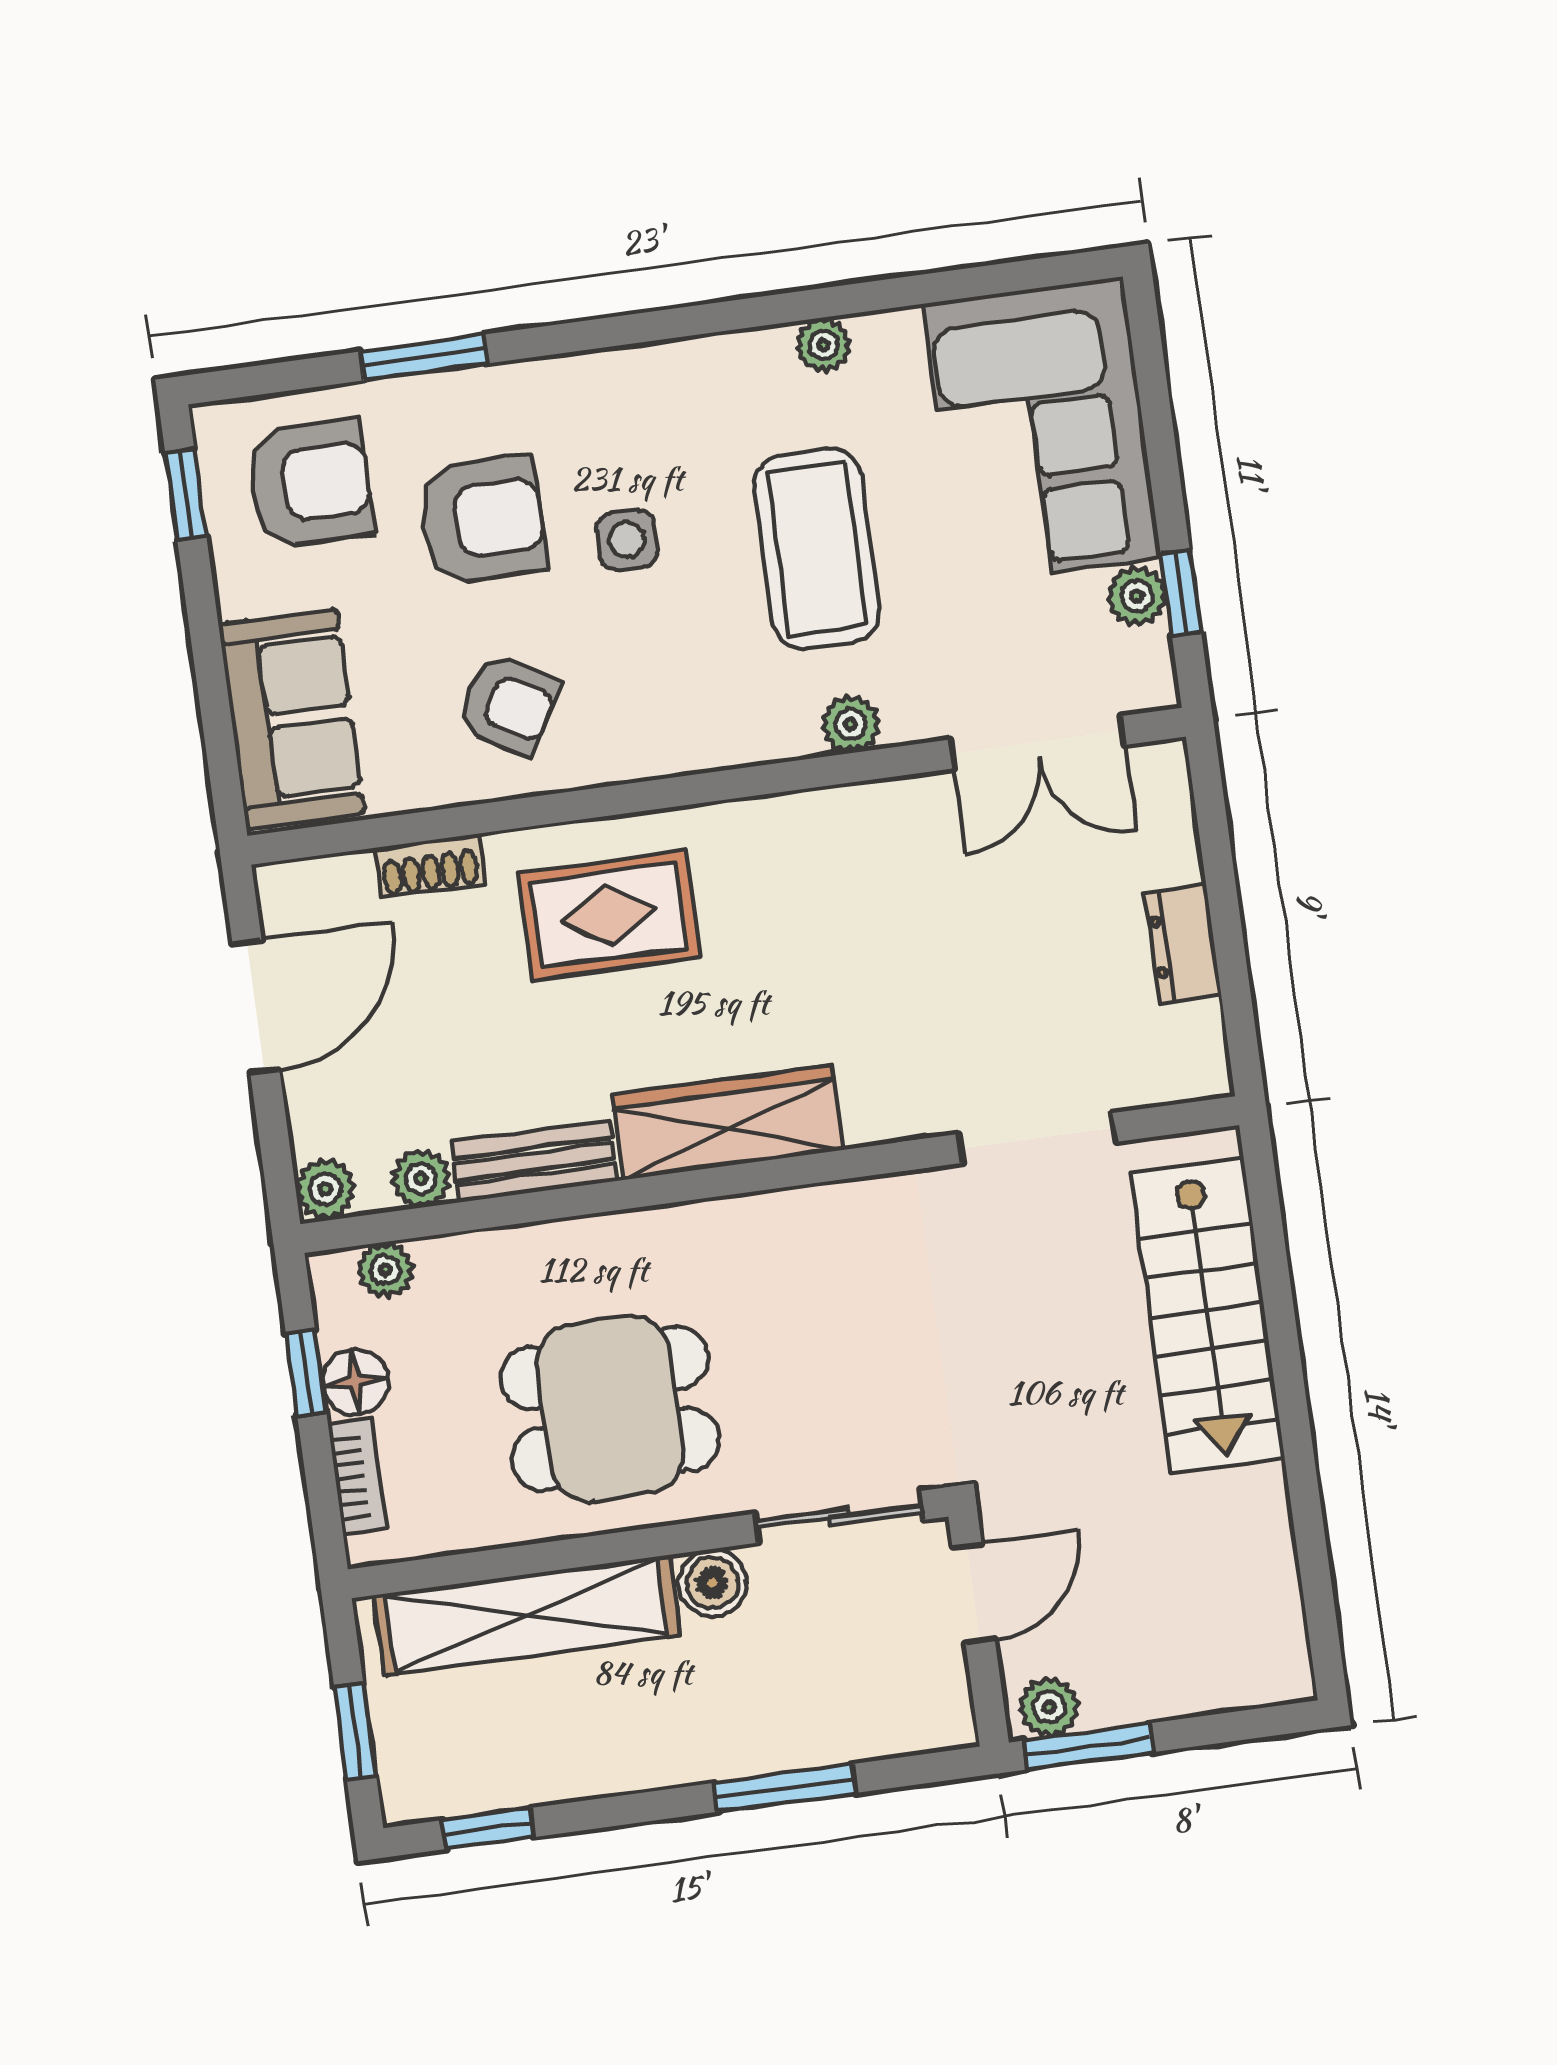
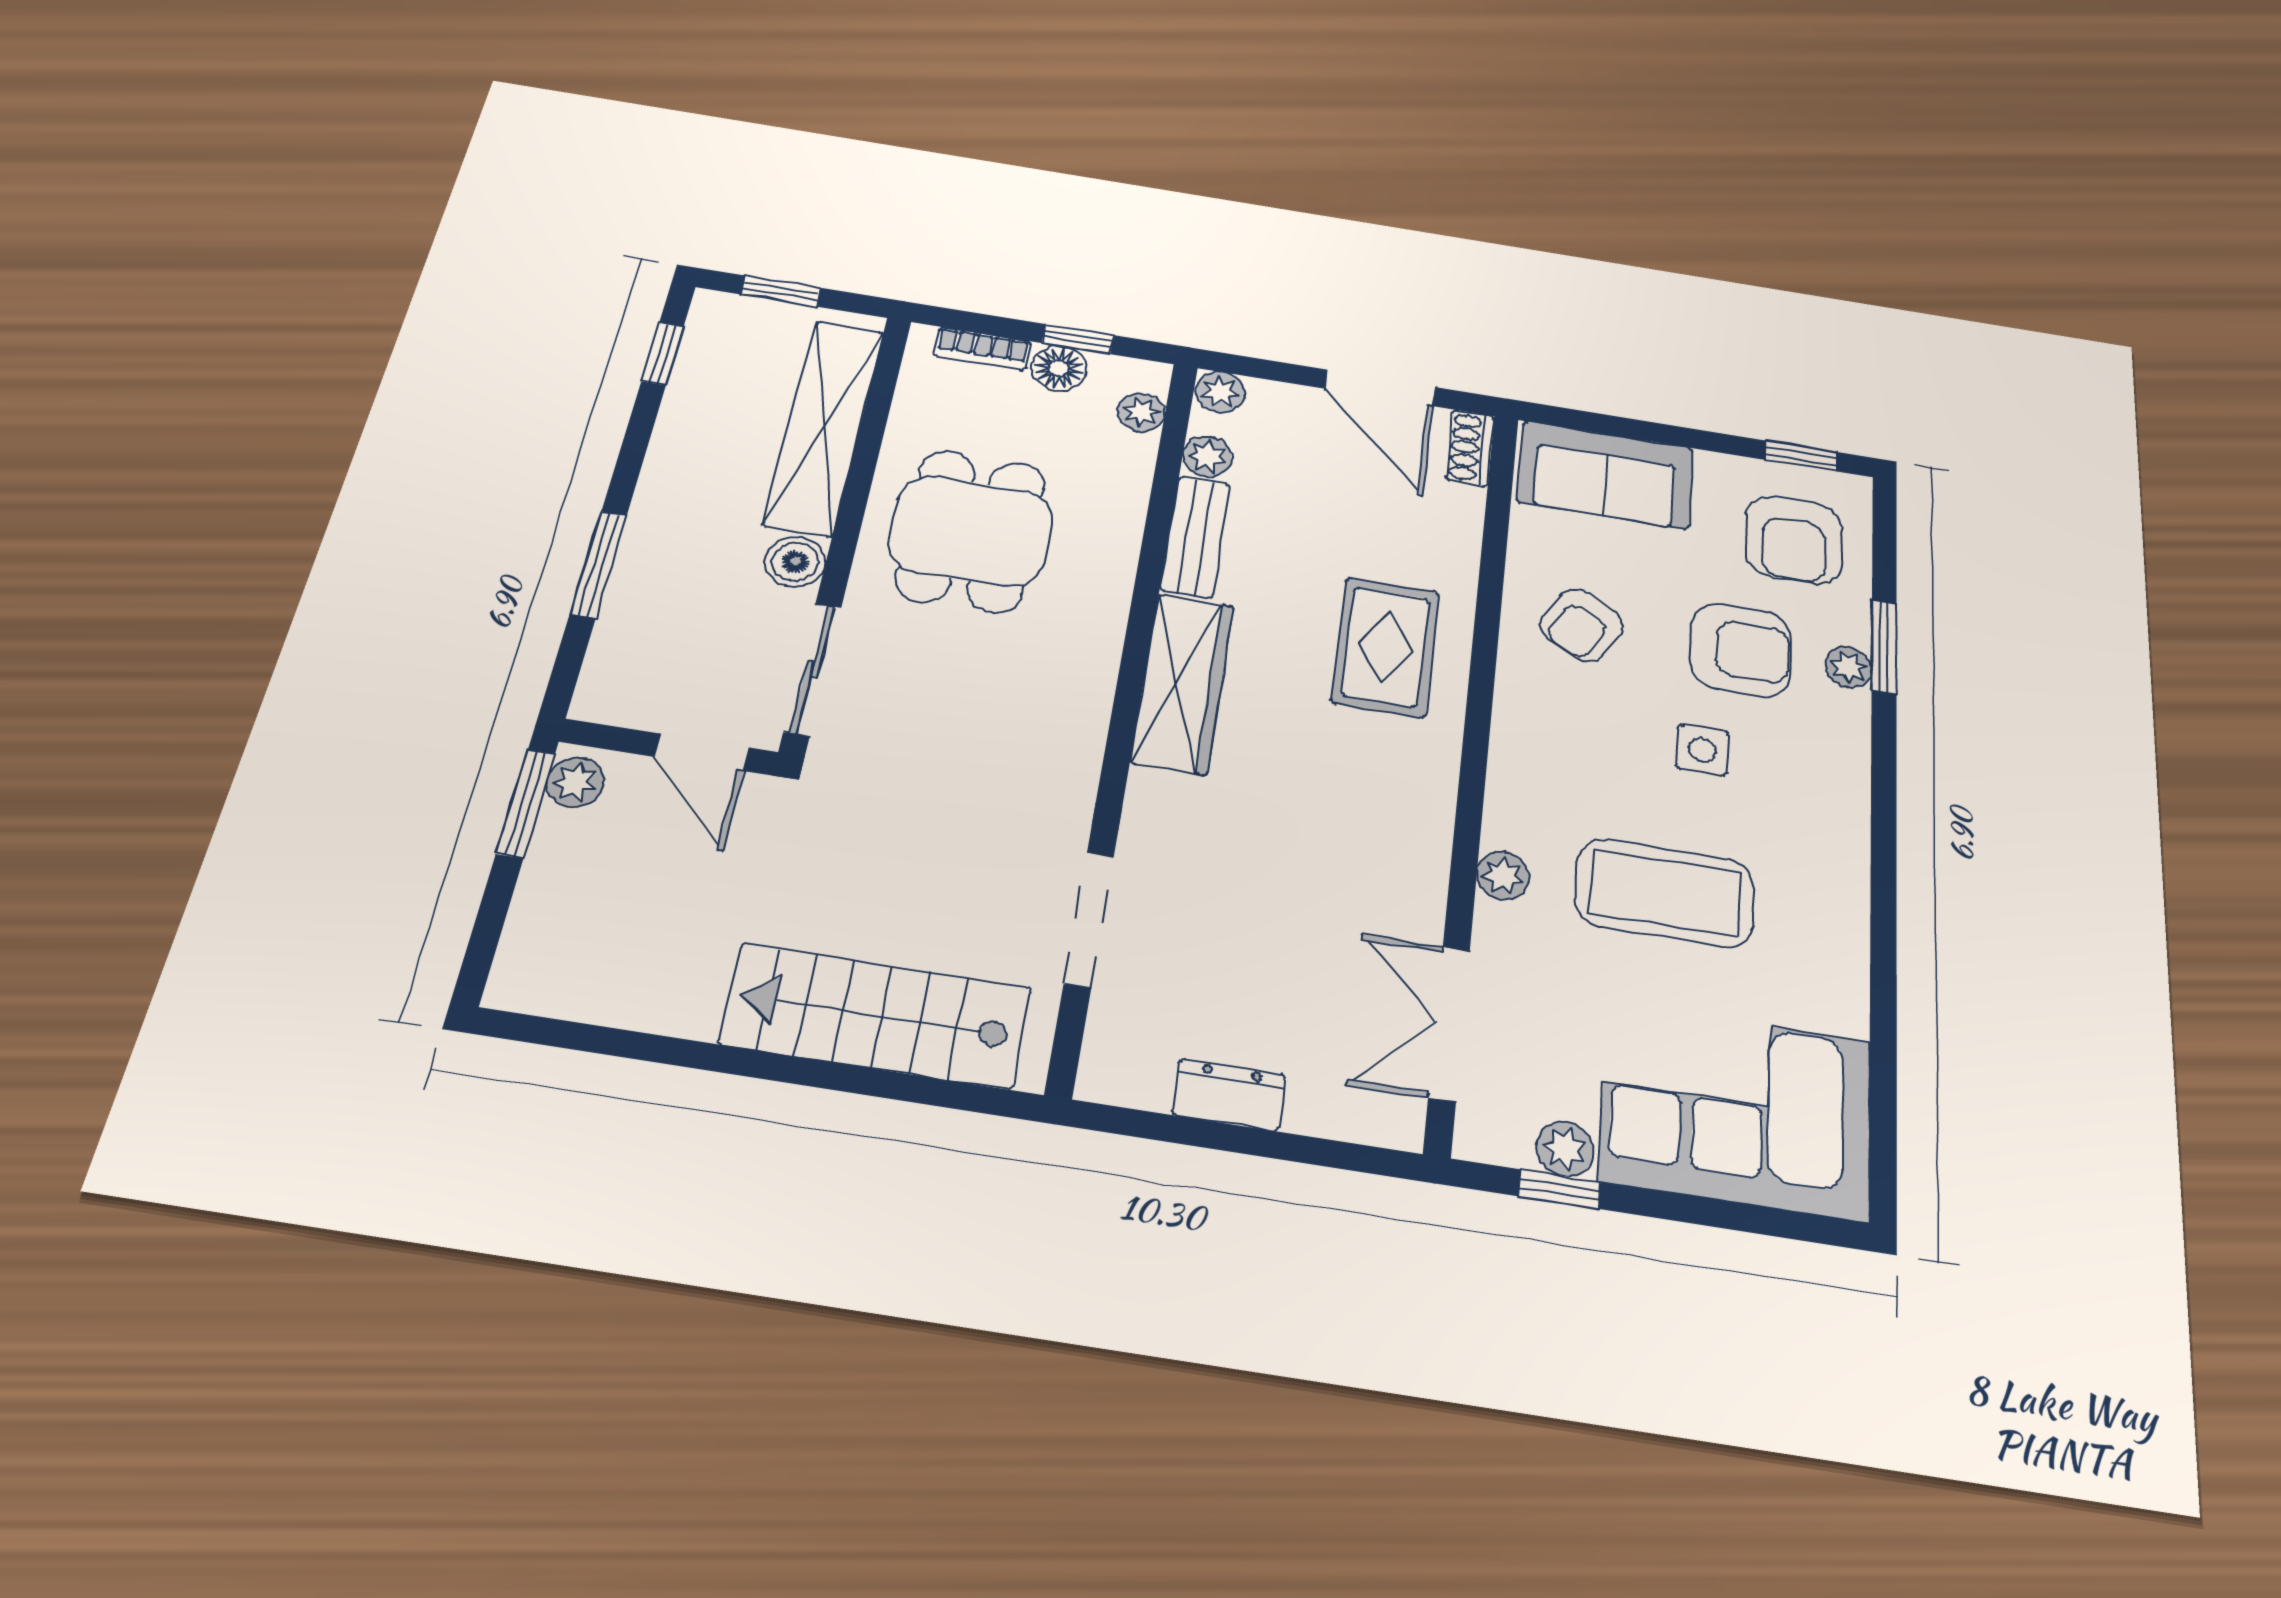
plant: (823, 345) -> (1849, 667), moved
armchair: (482, 520) -> (1741, 650), turned -90
shoe rack: (430, 866) -> (1470, 448), moved

